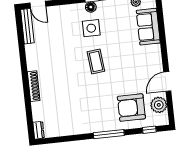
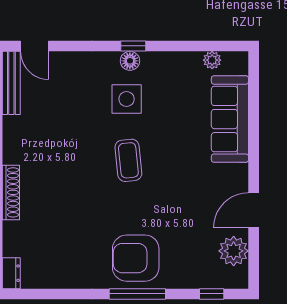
sofa: (148, 27) -> (230, 119), width x1.36
armchair: (131, 108) -> (136, 258), moved

